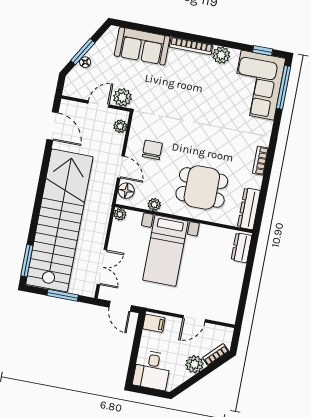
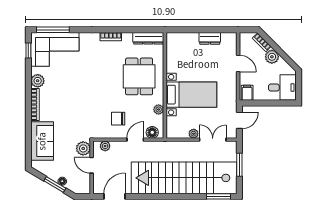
plant: (120, 214) -> (194, 134), moved
dresser: (241, 248) -> (210, 38), moved

